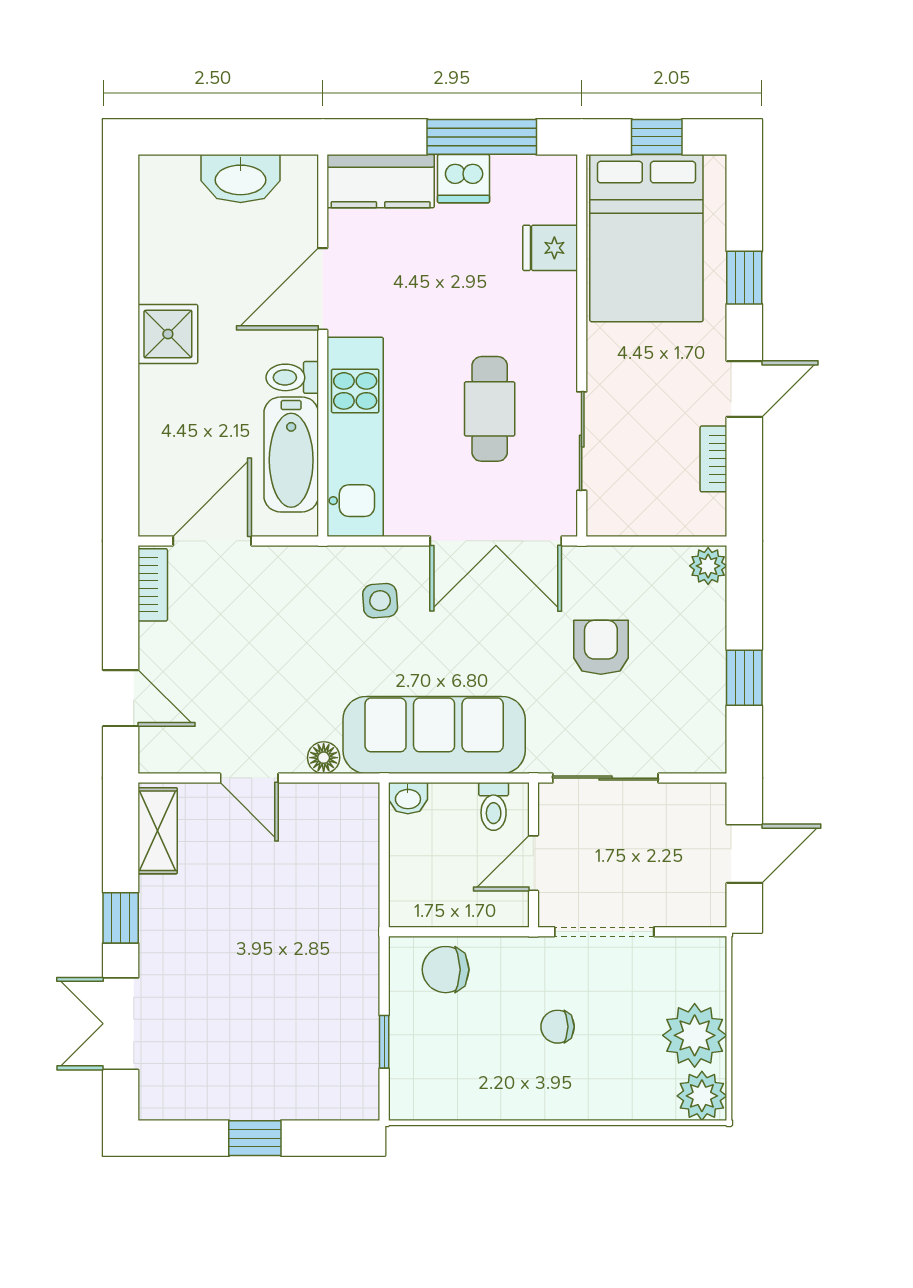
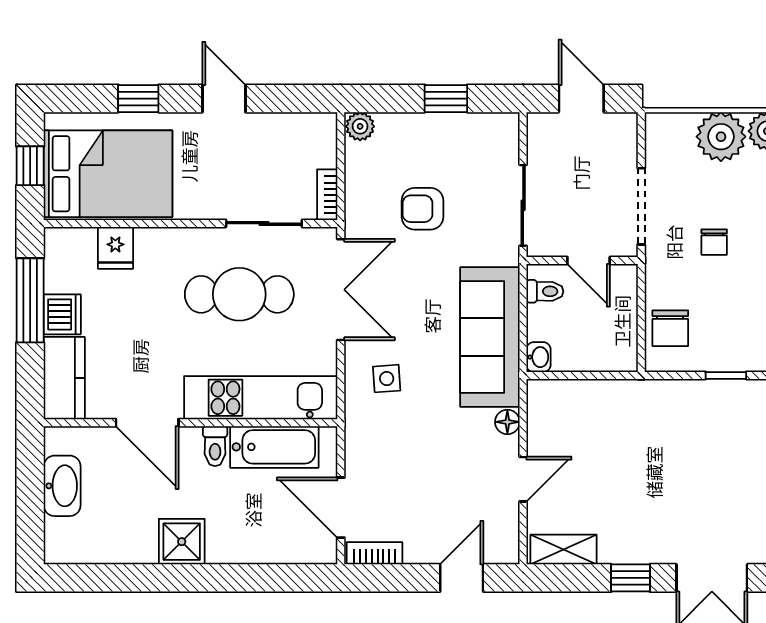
cafe table: (490, 409) -> (239, 294), width x1.37, depth x1.35
bookcase: (713, 459) -> (327, 195), moved, turned 90

